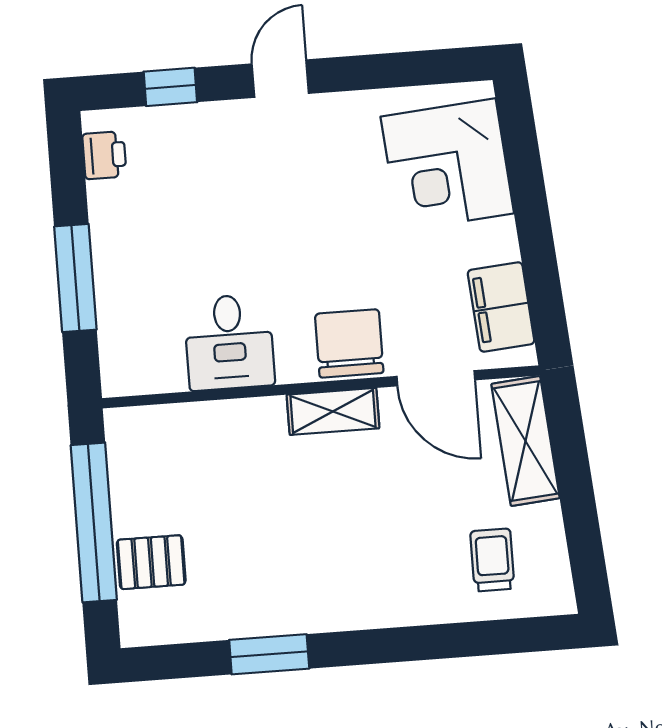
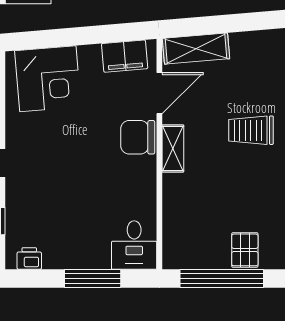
desk: (229, 342) -> (134, 245), moved, turned 90
trolley: (492, 560) -> (251, 130), moved, width x1.36, depth x1.39

